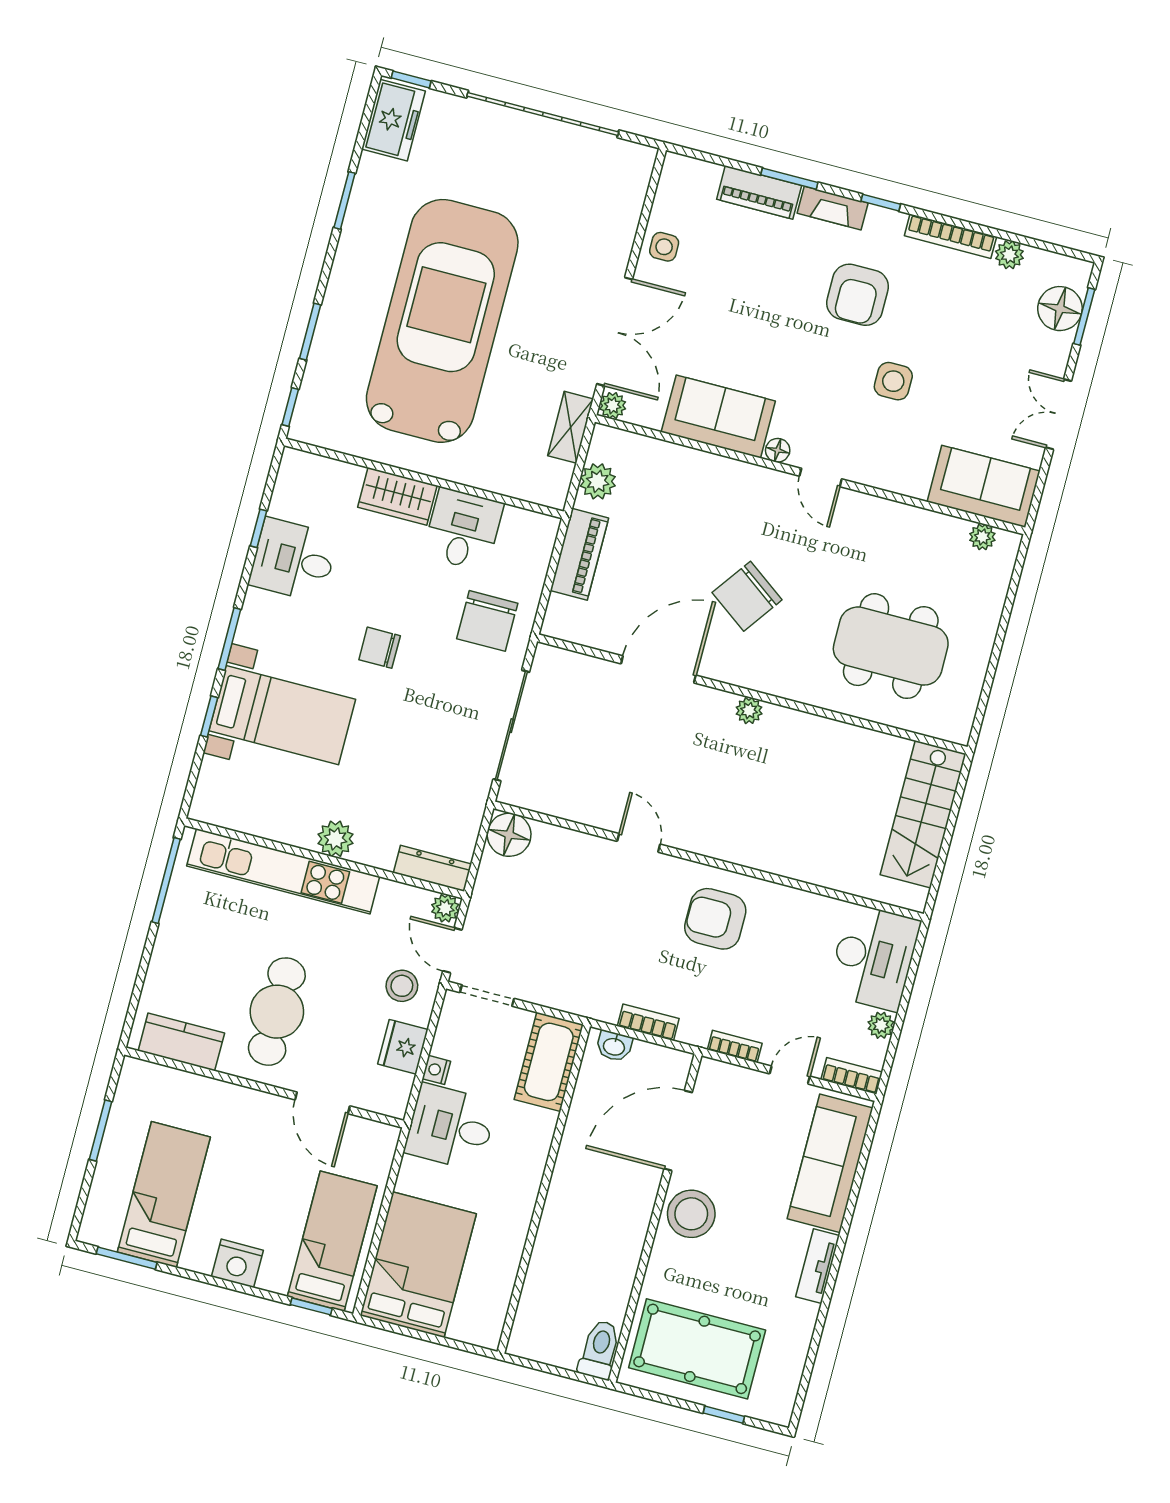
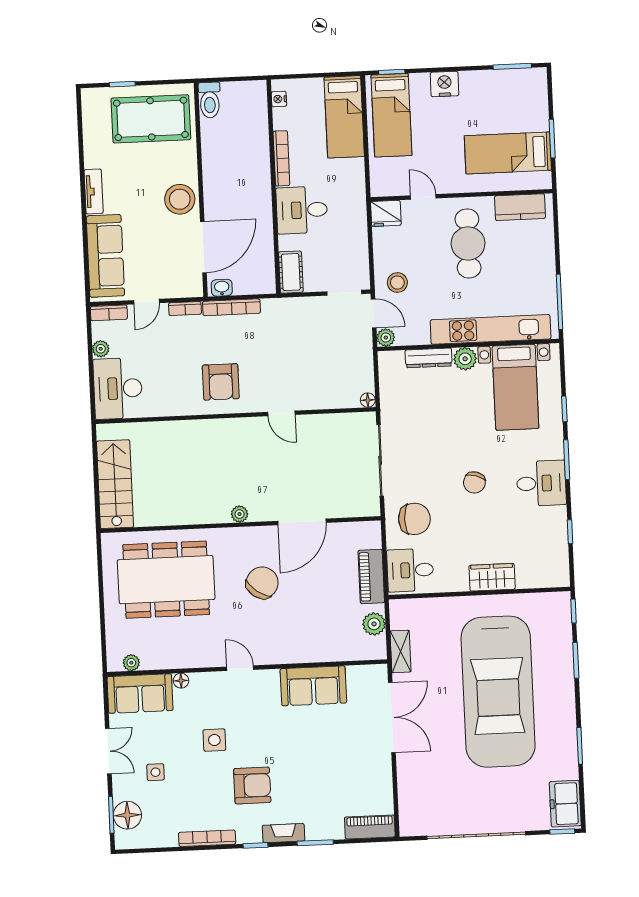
piano: (759, 192) -> (370, 827), moved
side table: (664, 247) -> (155, 772), moved
plant: (1009, 255) -> (168, 838), removed
armchair: (857, 295) -> (252, 785), turned 90
double door: (615, 332) -> (392, 718), swing flipped
plant: (613, 406) -> (379, 673), removed
floor lamp: (778, 450) -> (181, 681), moved
desk: (463, 529) -> (410, 570), moved, turned 90
desk: (293, 560) -> (541, 483), moved
chair: (487, 621) -> (414, 519), turned 90
dining table: (891, 646) -> (166, 580), width x1.36, depth x1.24
chair: (380, 648) -> (474, 482), turned 107
bed with nightstands: (282, 715) -> (515, 387), moved, turned -90
floor lamp: (509, 835) -> (368, 400), width x0.53, depth x0.53
dresser: (432, 868) -> (429, 358), moved
armchair: (715, 919) -> (221, 382), turned 90
bookcase: (648, 1022) -> (231, 307), width x1.56
washbasin: (614, 1046) -> (222, 288), moved
fridge: (403, 1047) -> (386, 213), moved, turned 90
cot: (549, 1062) -> (291, 272), width x0.73, depth x0.75
nightstand: (436, 1070) -> (279, 99), moved, turned 180
door: (322, 1103) -> (423, 197), width x0.73
desk: (450, 1127) -> (302, 210), moved, turned 180
bed: (164, 1194) -> (508, 153), moved, turned 90
bookcase: (519, 1228) -> (281, 158), added
bed: (418, 1265) -> (344, 117), width x0.67

